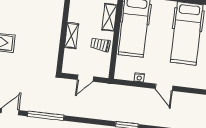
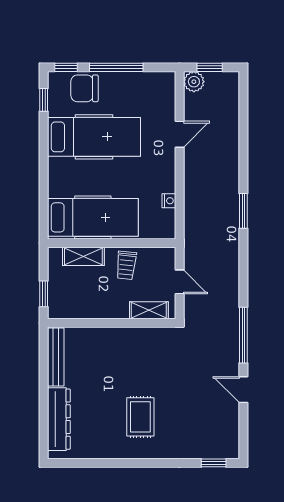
shelving: (72, 36) -> (149, 310), moved
door: (164, 87) -> (180, 134), moved

